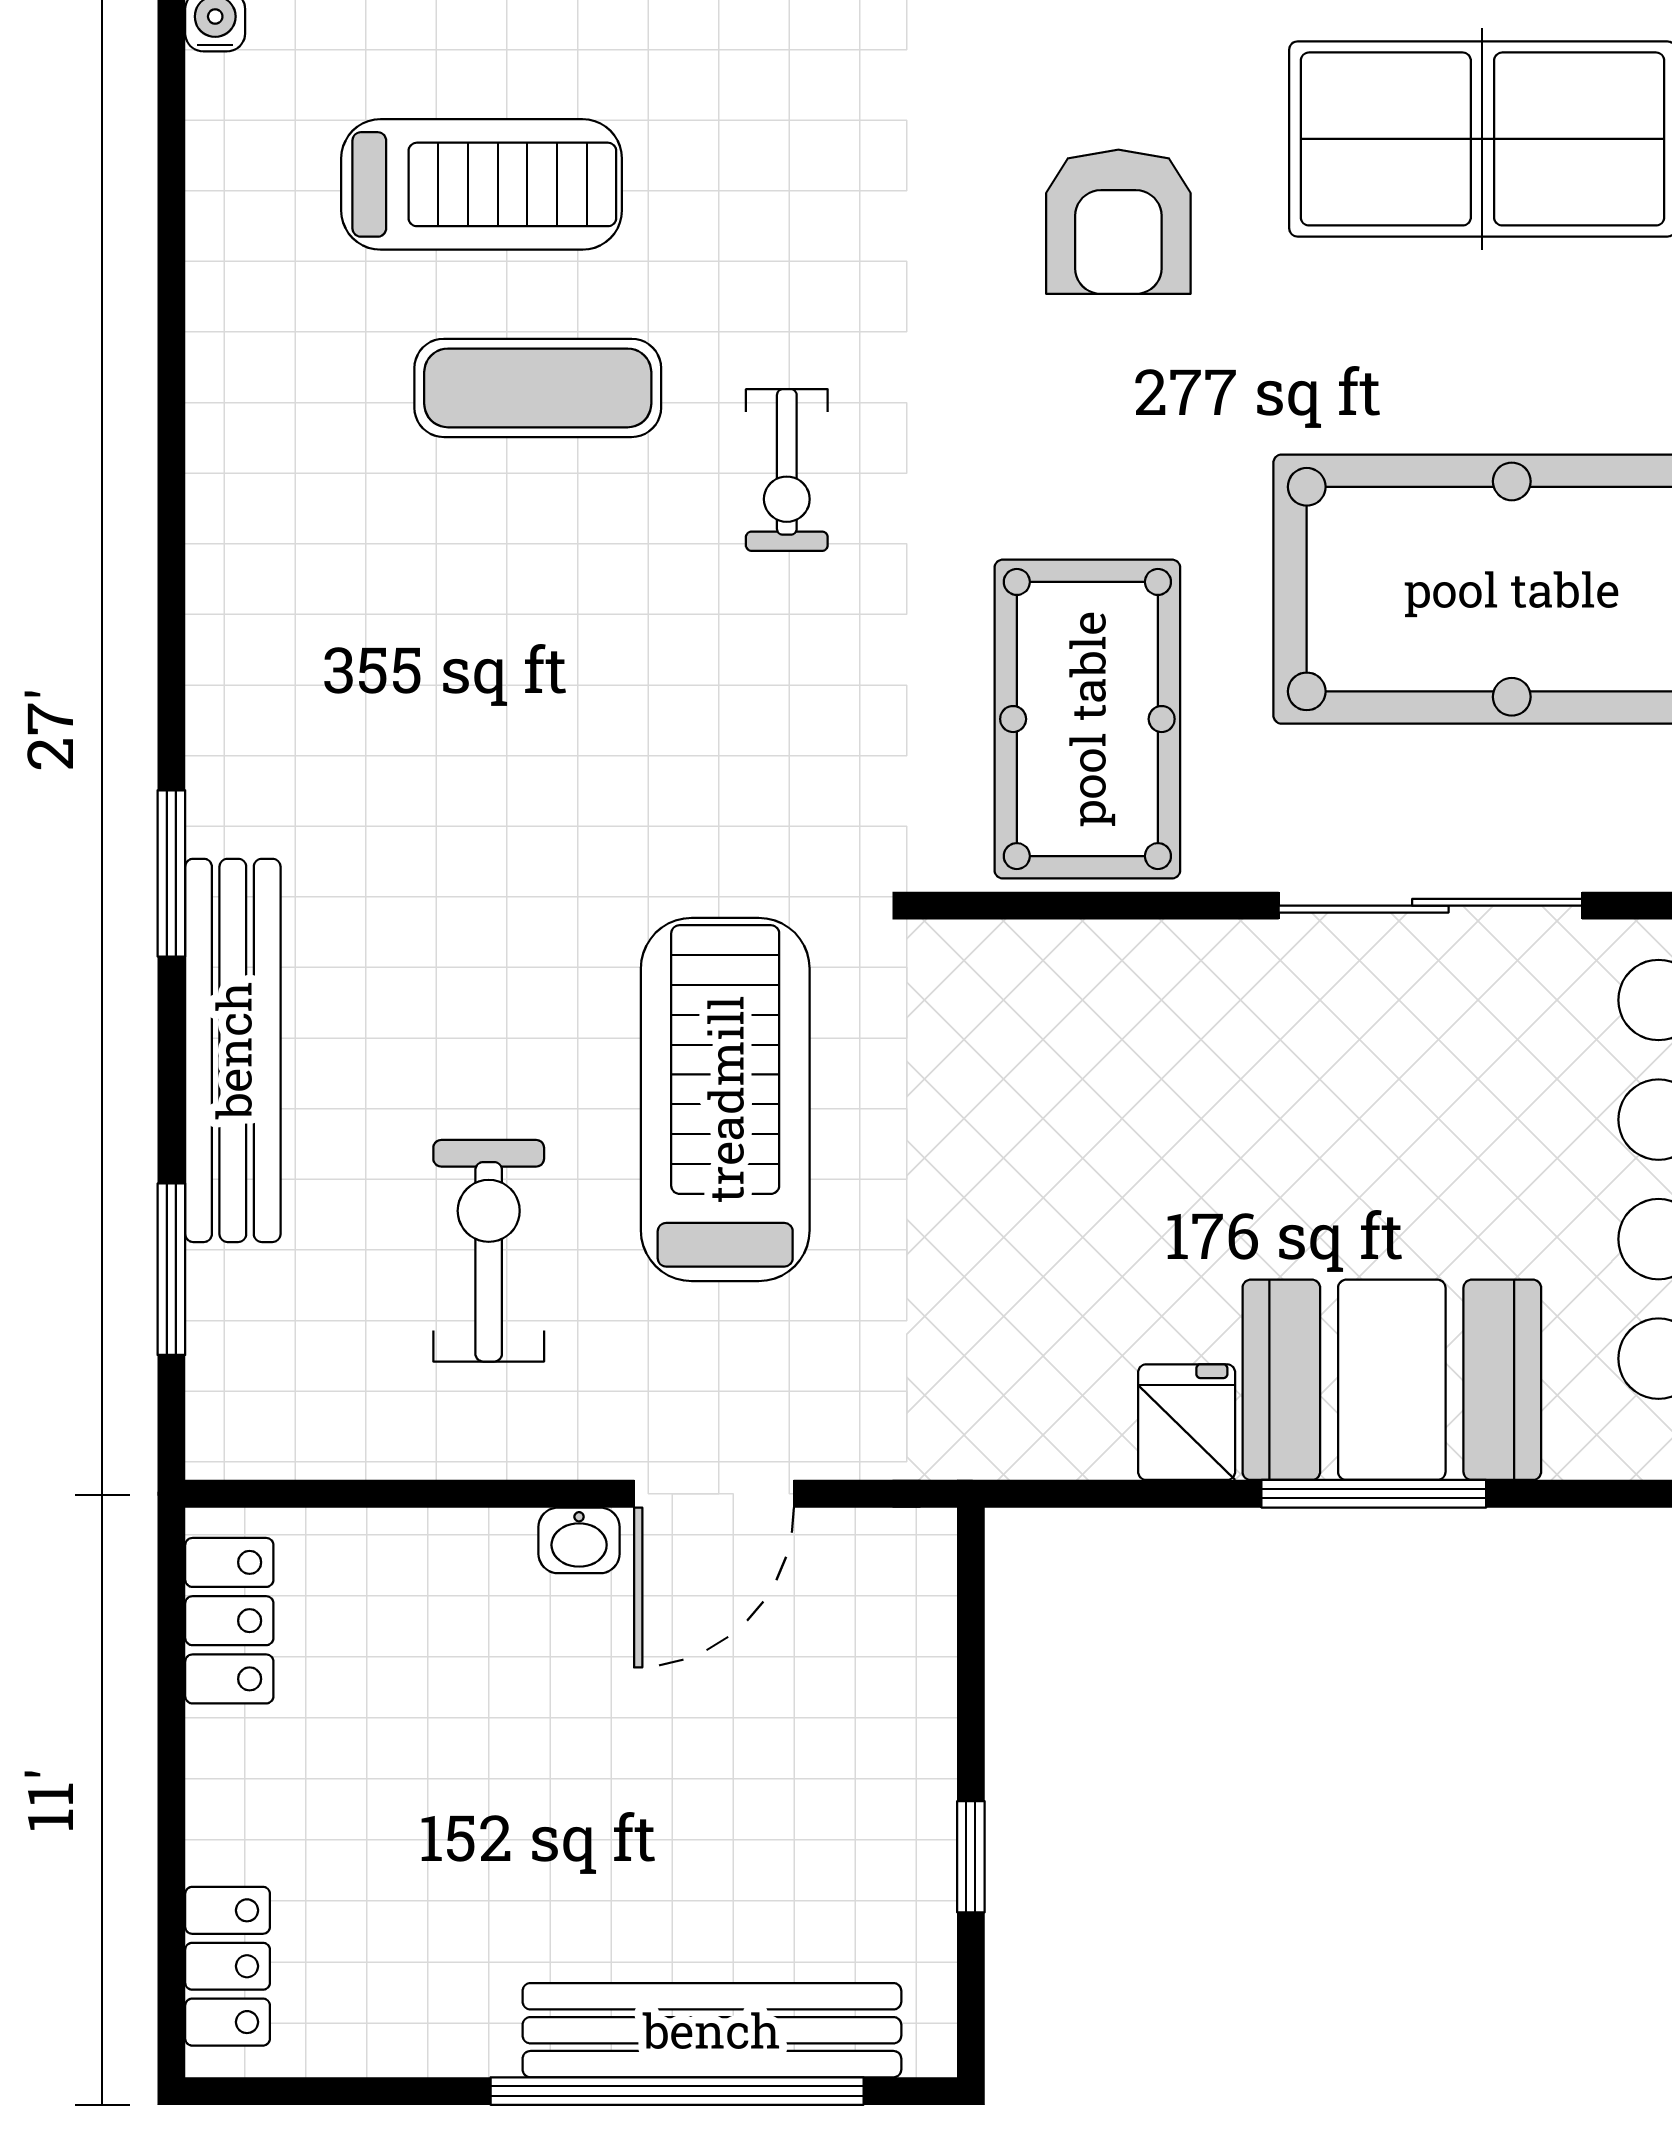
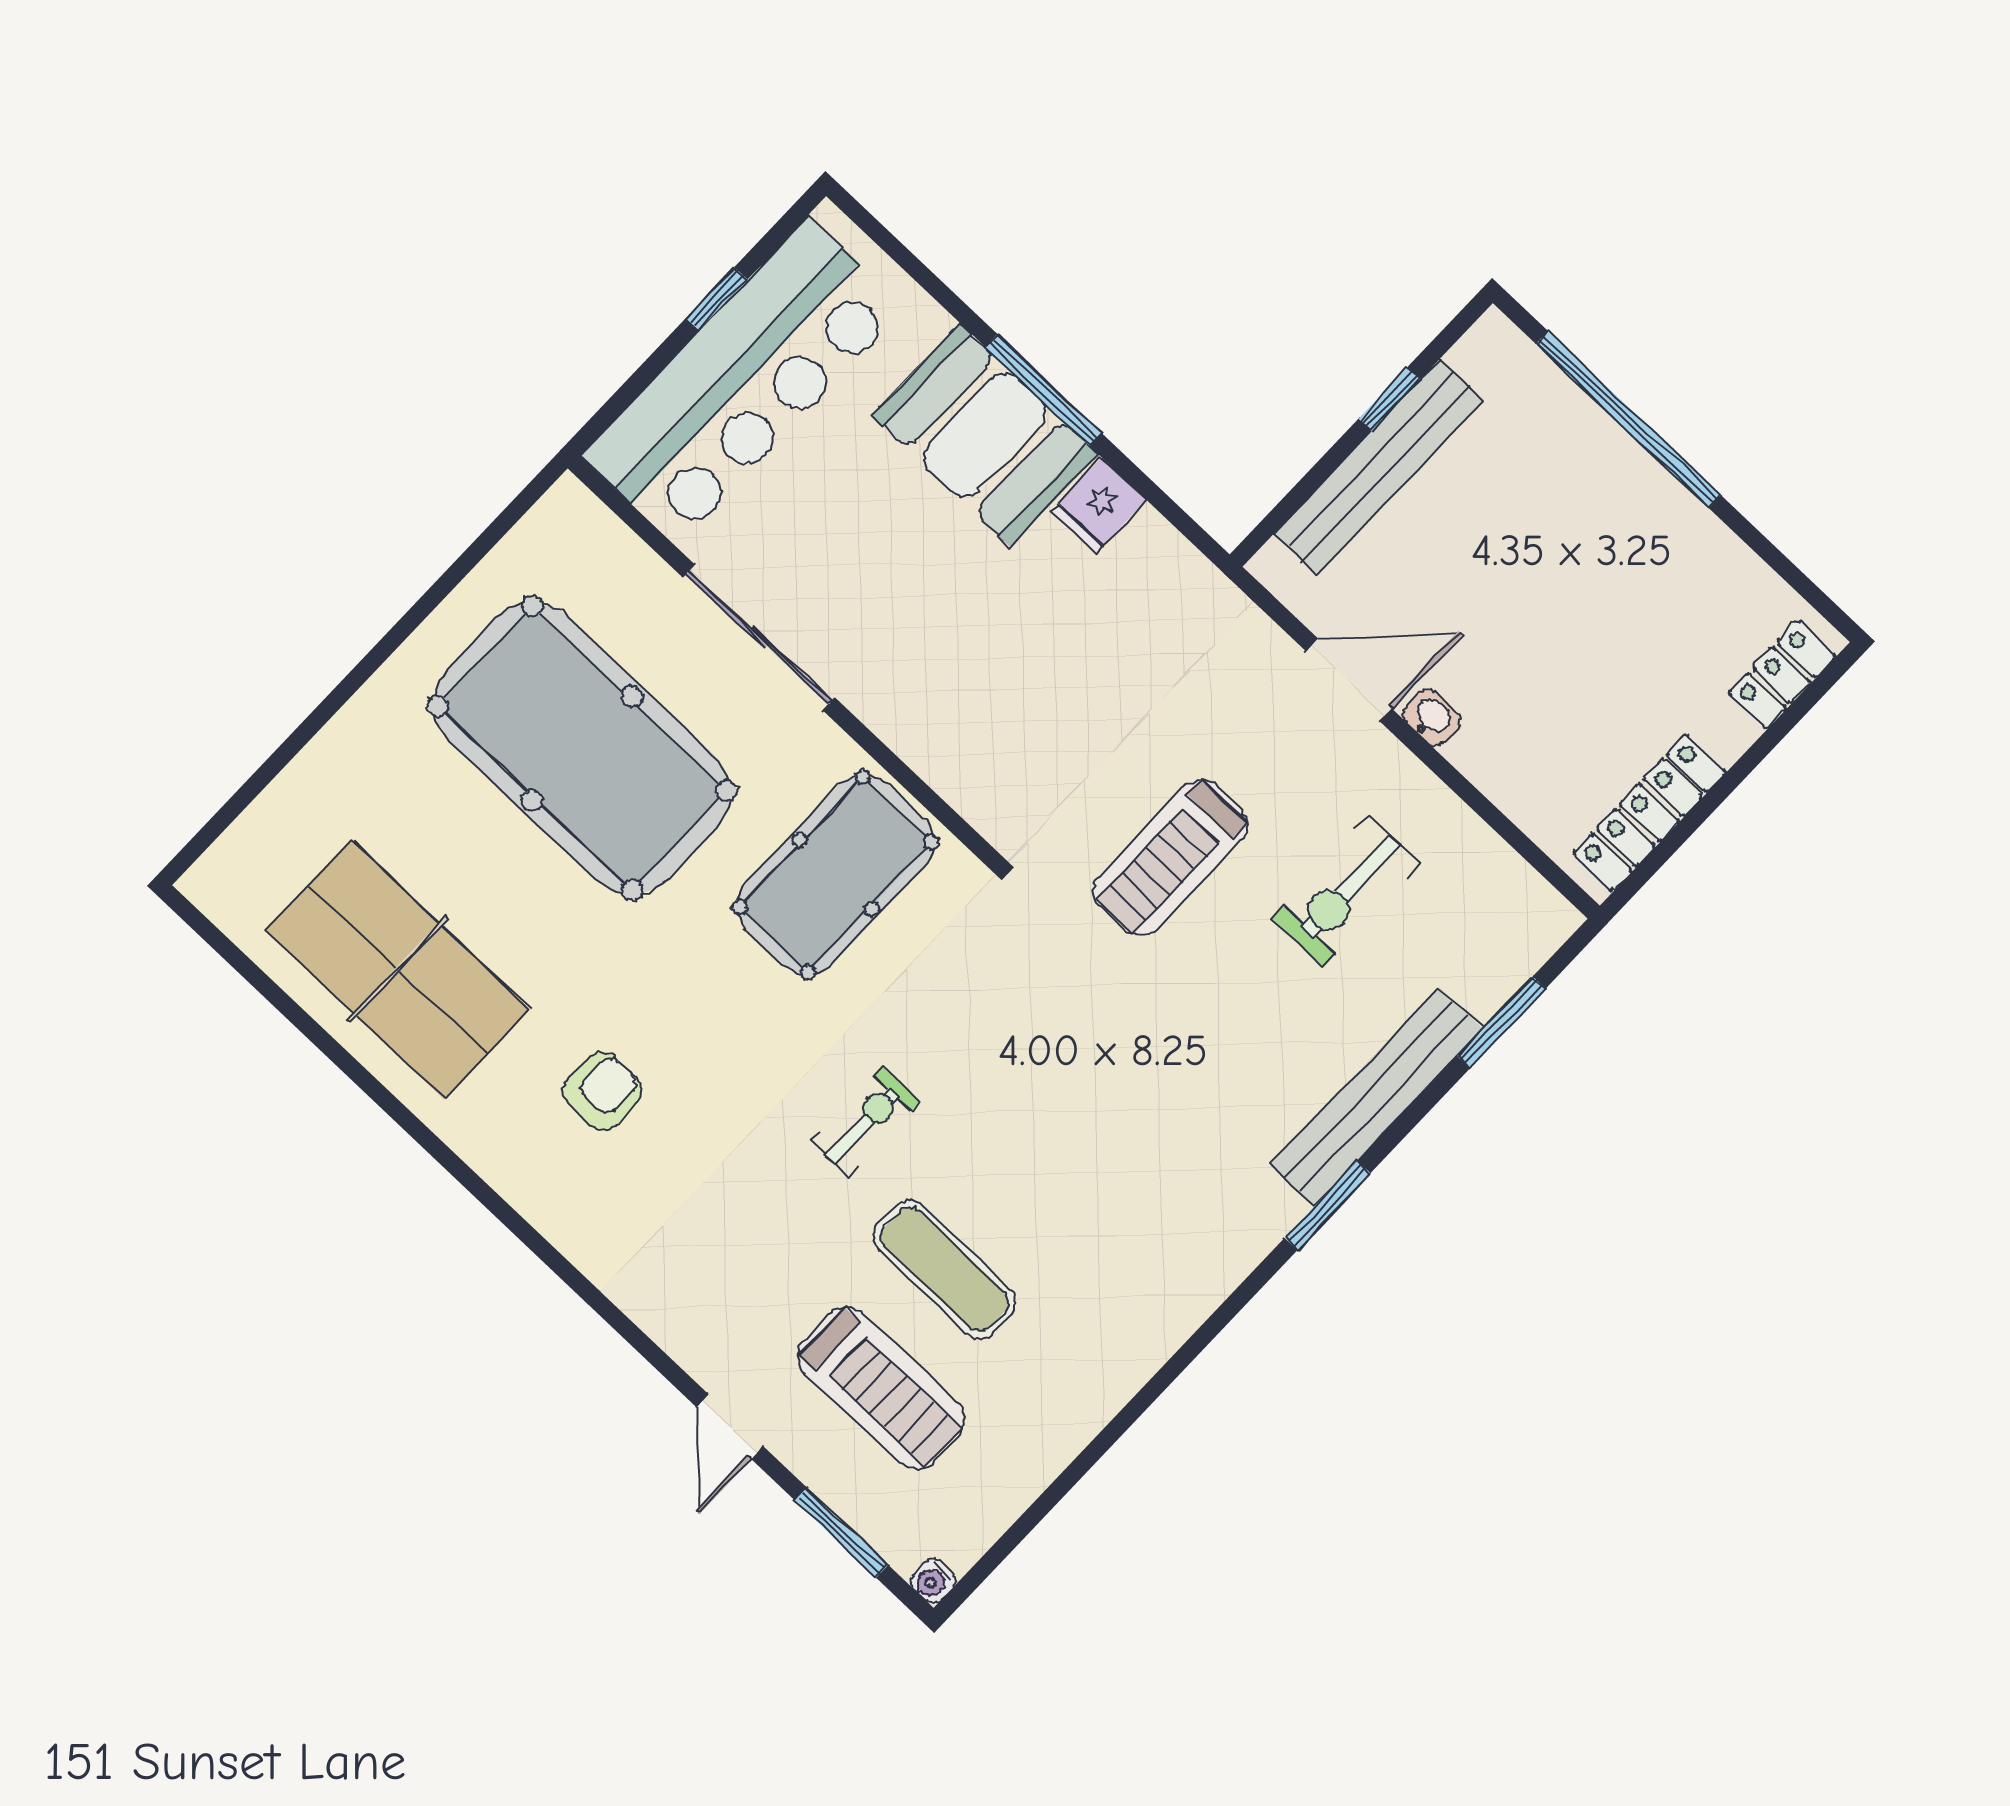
treadmill: (482, 184) -> (881, 1388), turned 180
armchair: (1118, 222) -> (603, 1091), width x0.72, depth x0.72
treadmill: (725, 1099) -> (1170, 858), width x0.73, depth x0.73
locker: (229, 1621) -> (1649, 813), width x1.53
bench: (712, 2030) -> (1379, 467), moved, turned 90

